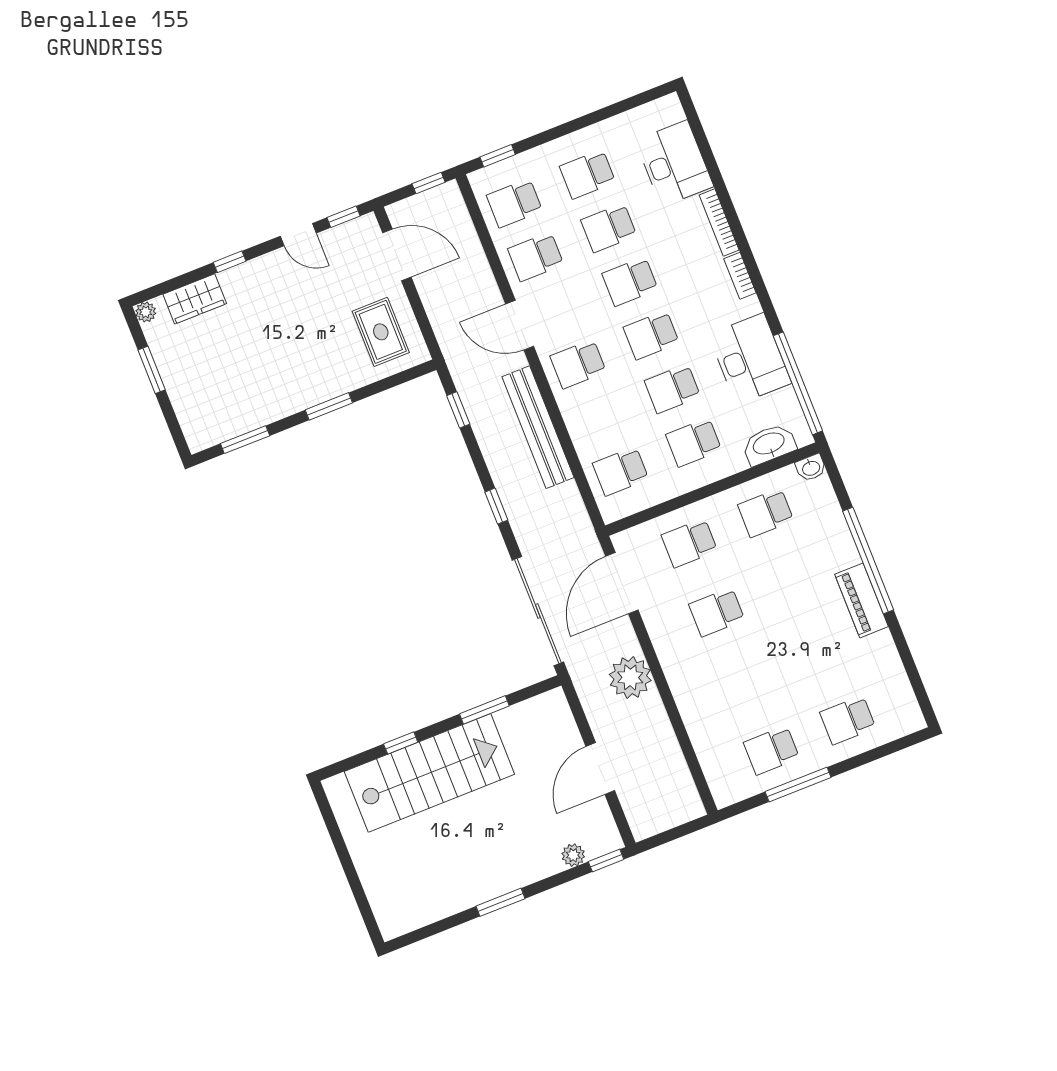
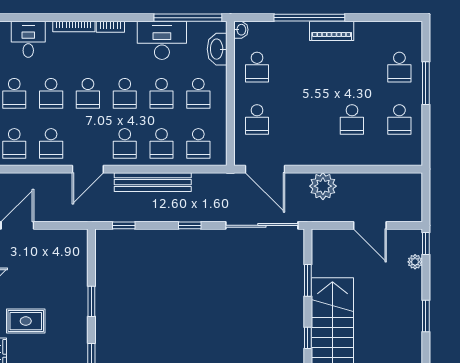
desk: (674, 163) -> (28, 39), width x0.73
rug: (381, 332) -> (26, 321), moved
school desk: (599, 418) -> (162, 143), added
school desk: (717, 612) -> (352, 119), moved
window: (798, 785) -> (426, 83), moved

